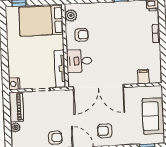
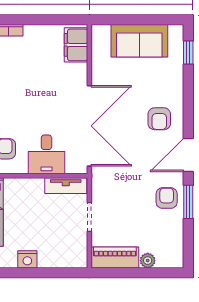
tv unit: (60, 69) -> (66, 186), width x0.71
filing cabinet: (143, 77) -> (76, 45), width x2.00
nightstand: (14, 84) -> (27, 259), moved

